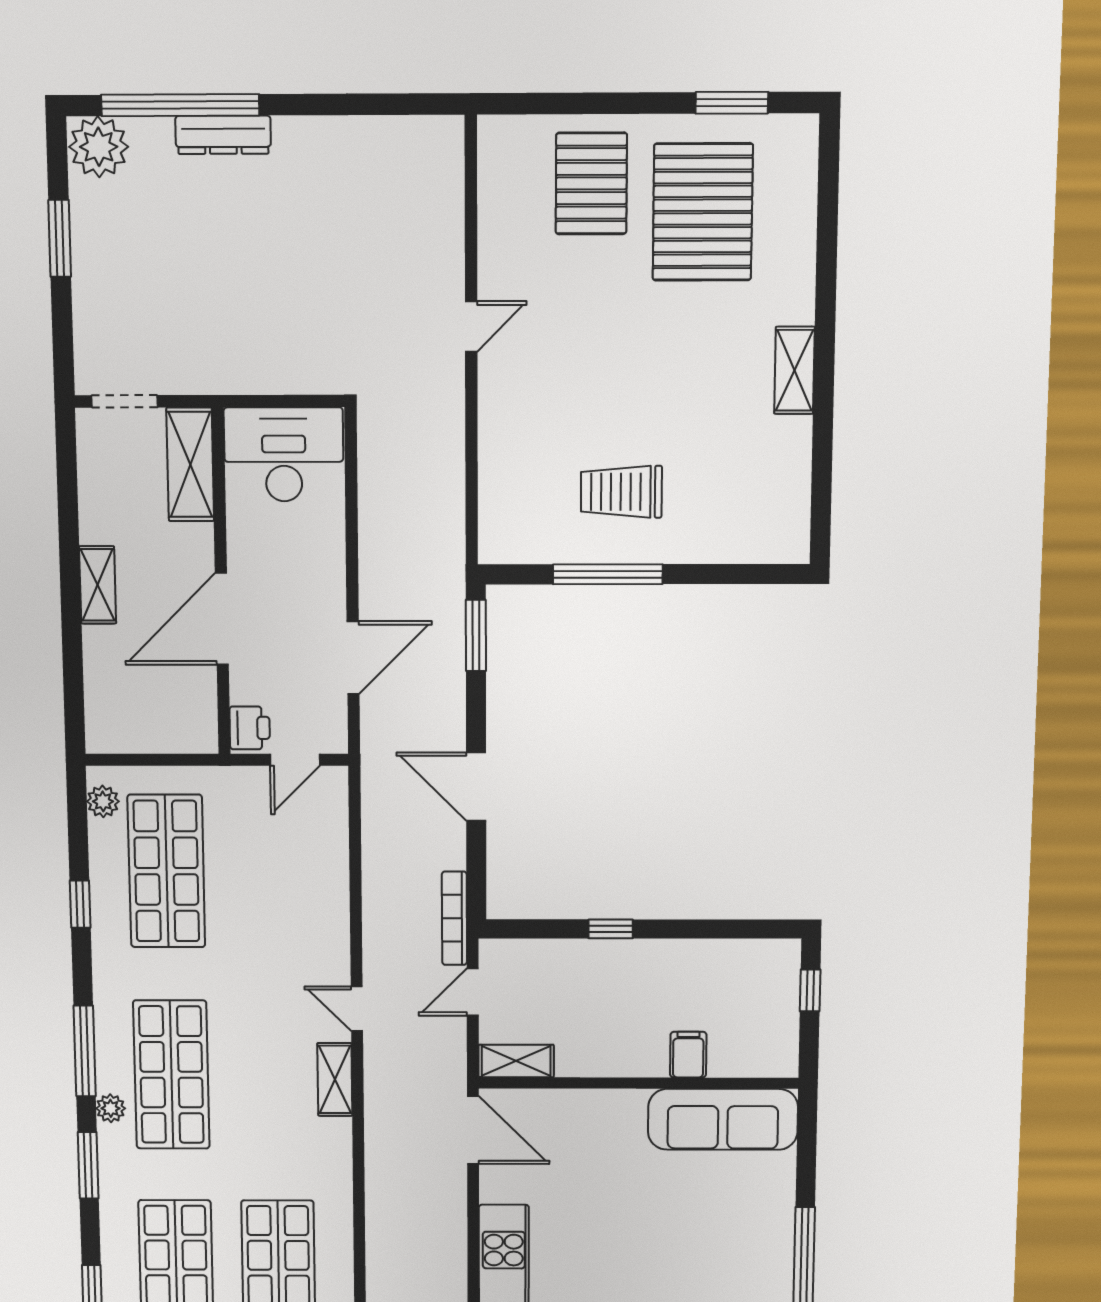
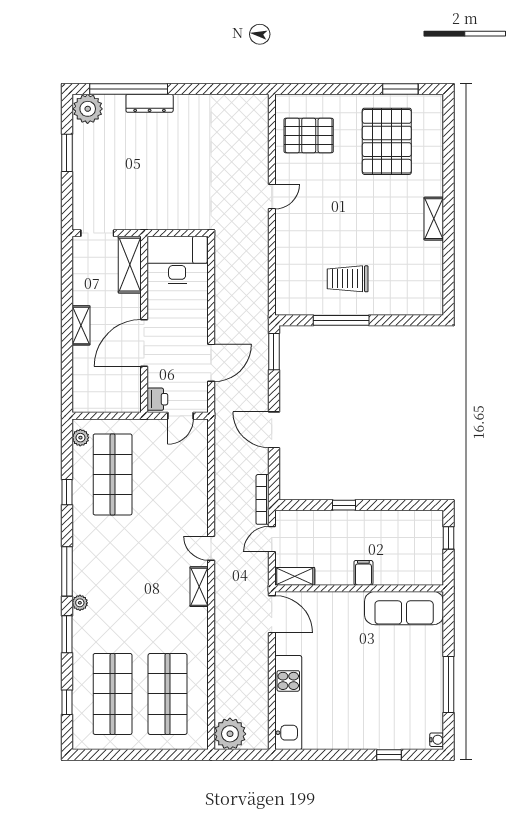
pallet: (591, 183) -> (309, 136), moved, turned 90
filing cabinet: (688, 1055) -> (363, 573), moved
shop shelf: (171, 1075) -> (113, 584), removed

